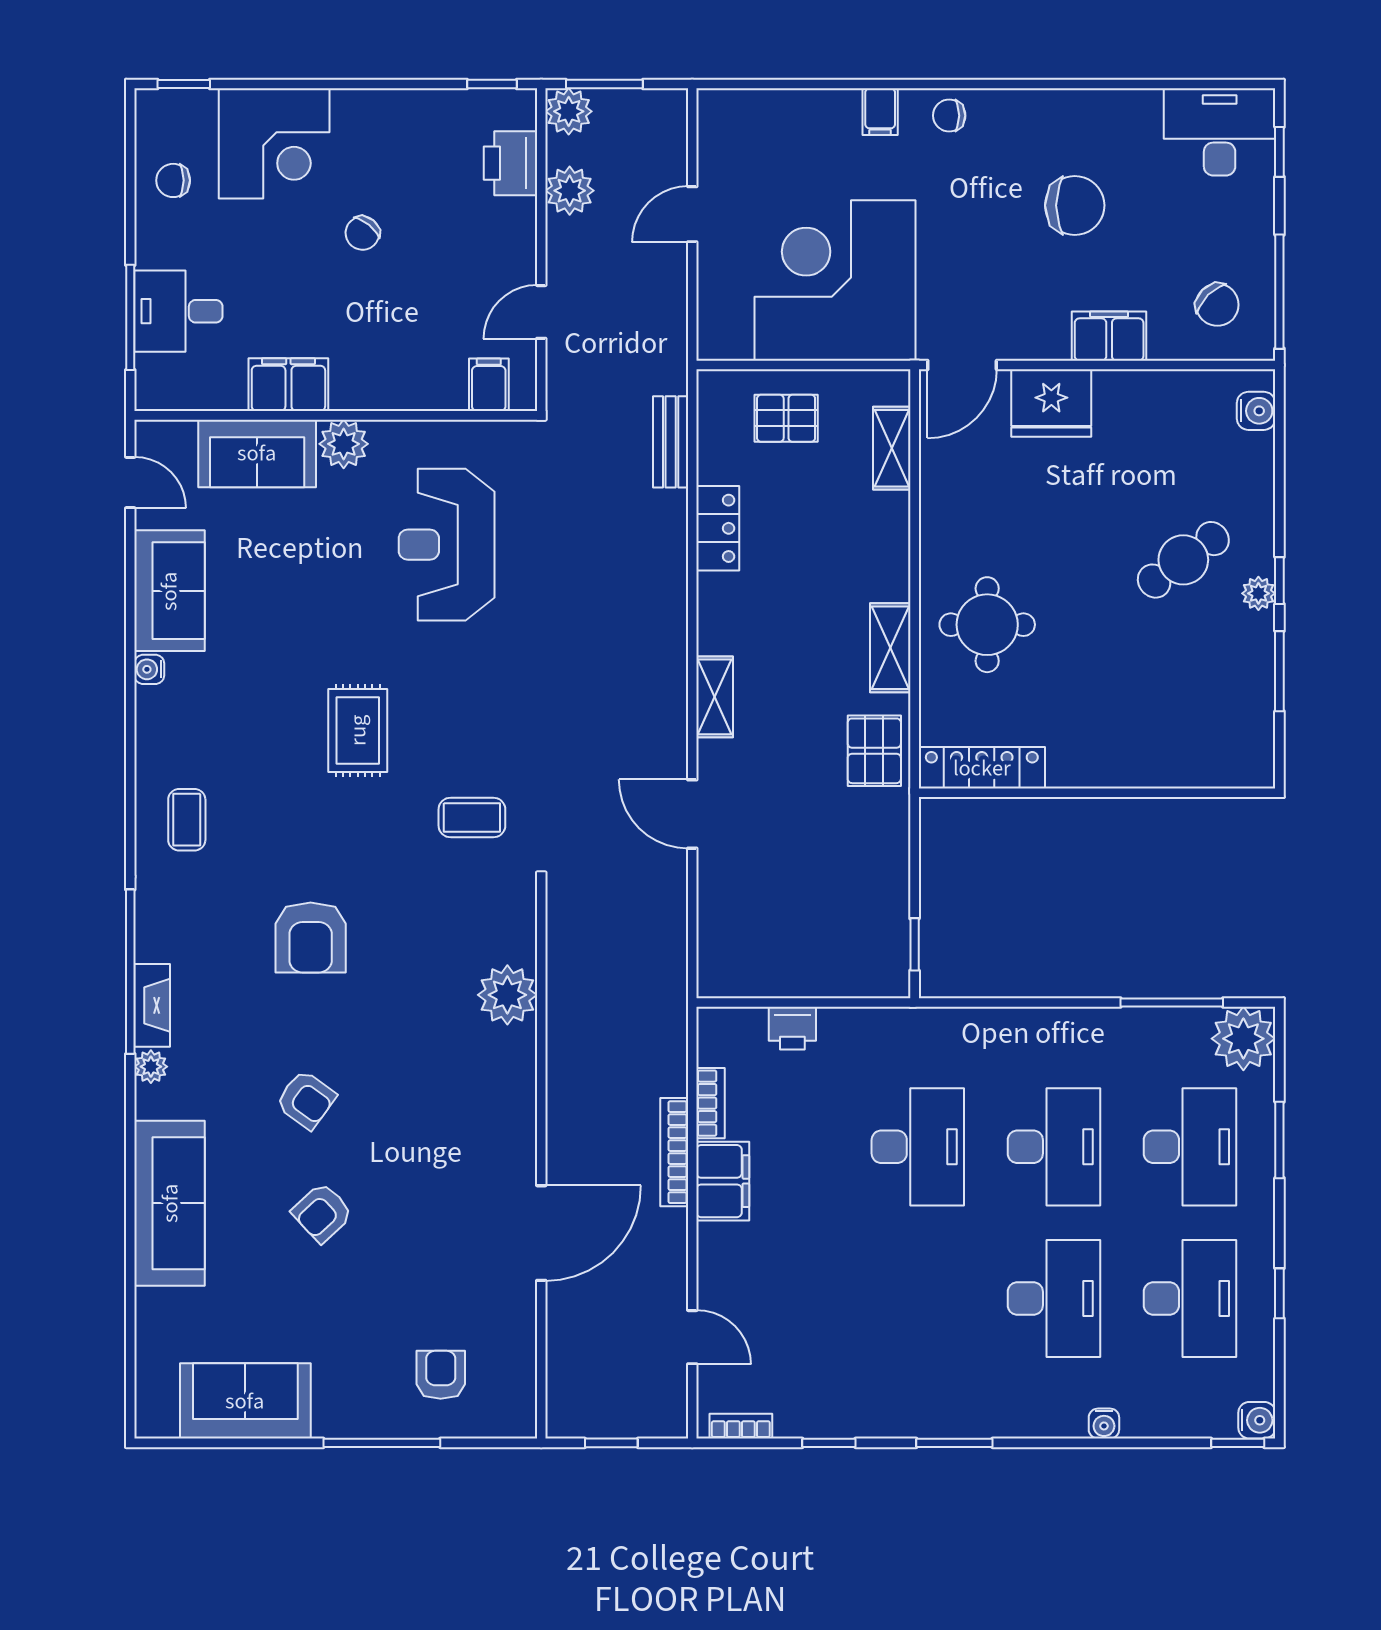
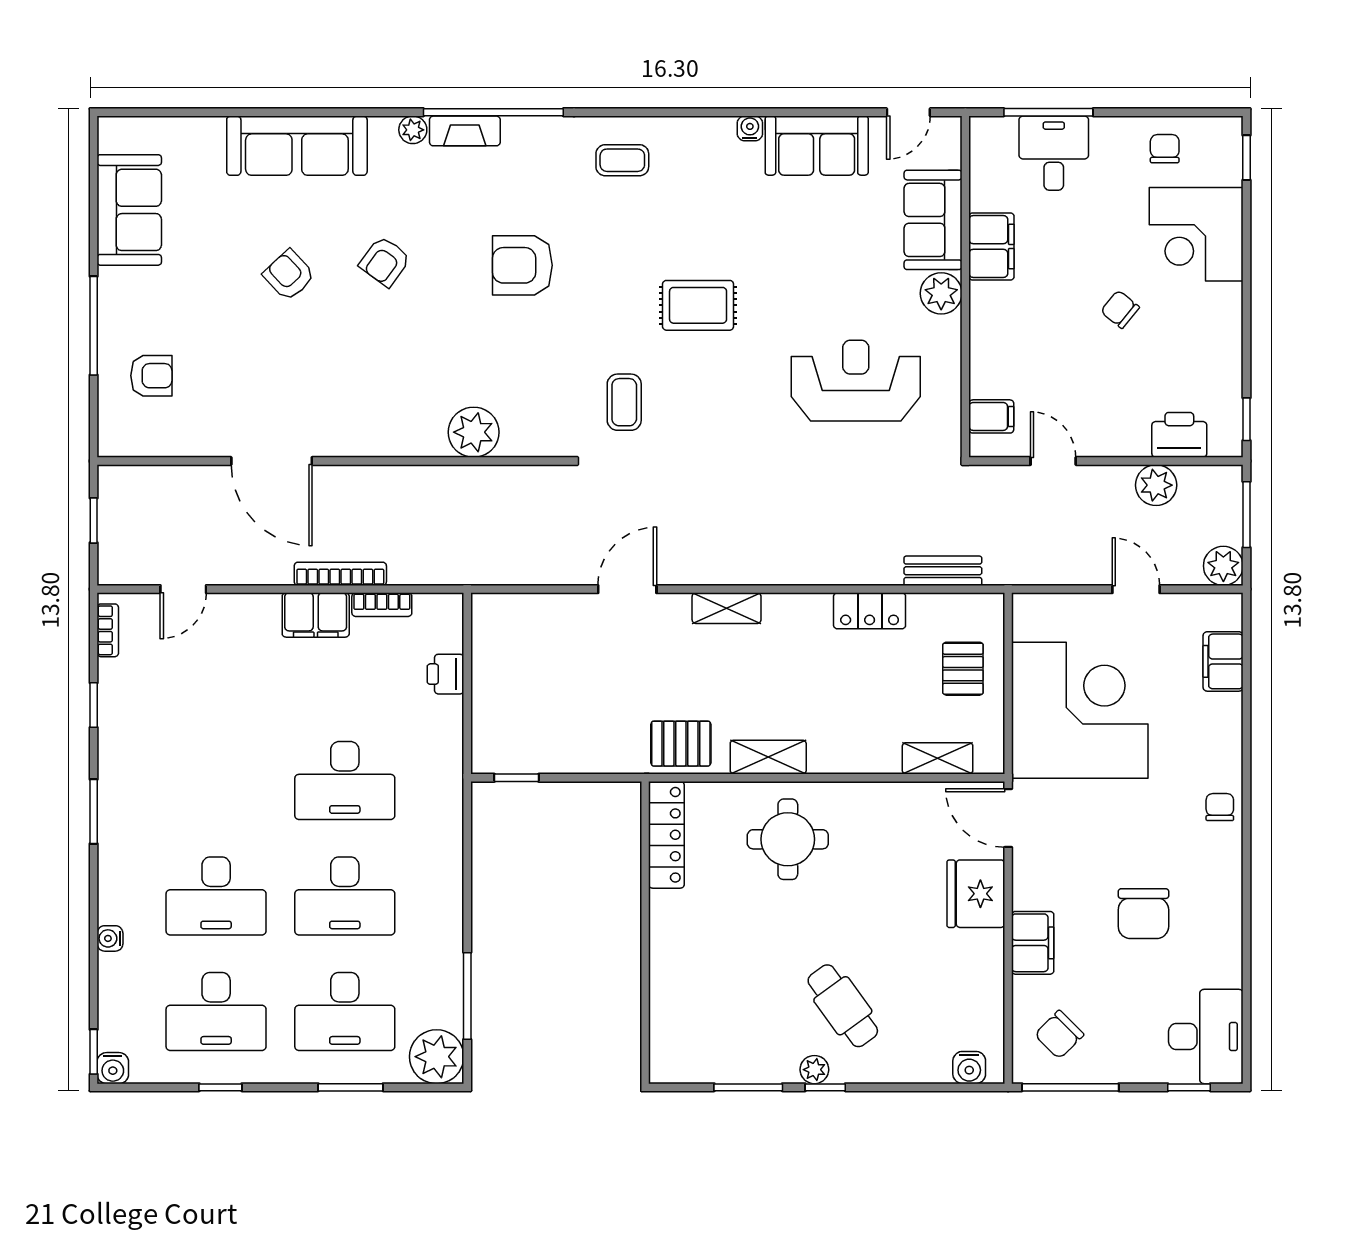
plant: (569, 111) -> (1223, 566), moved
filing cabinet: (880, 112) -> (1223, 661), moved, width x2.00

